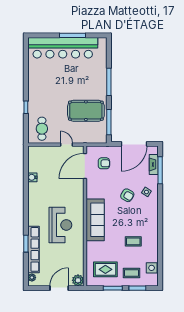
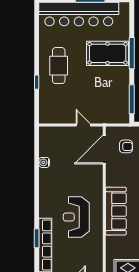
pool table: (86, 111) -> (108, 53), moved
cafe table: (42, 129) -> (59, 66), moved, width x1.37, depth x1.35
reception desk: (60, 225) -> (76, 217), turned 180

